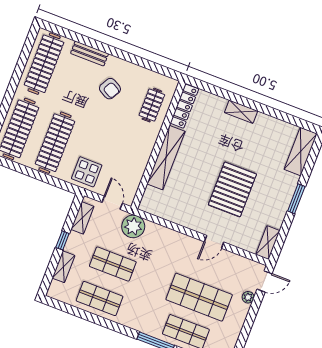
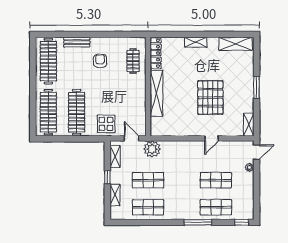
armchair: (110, 89) -> (100, 61), turned -119
shelving: (301, 152) -> (235, 44), moved, turned 90
shop shelf: (199, 297) -> (216, 180), width x0.70, depth x0.74

